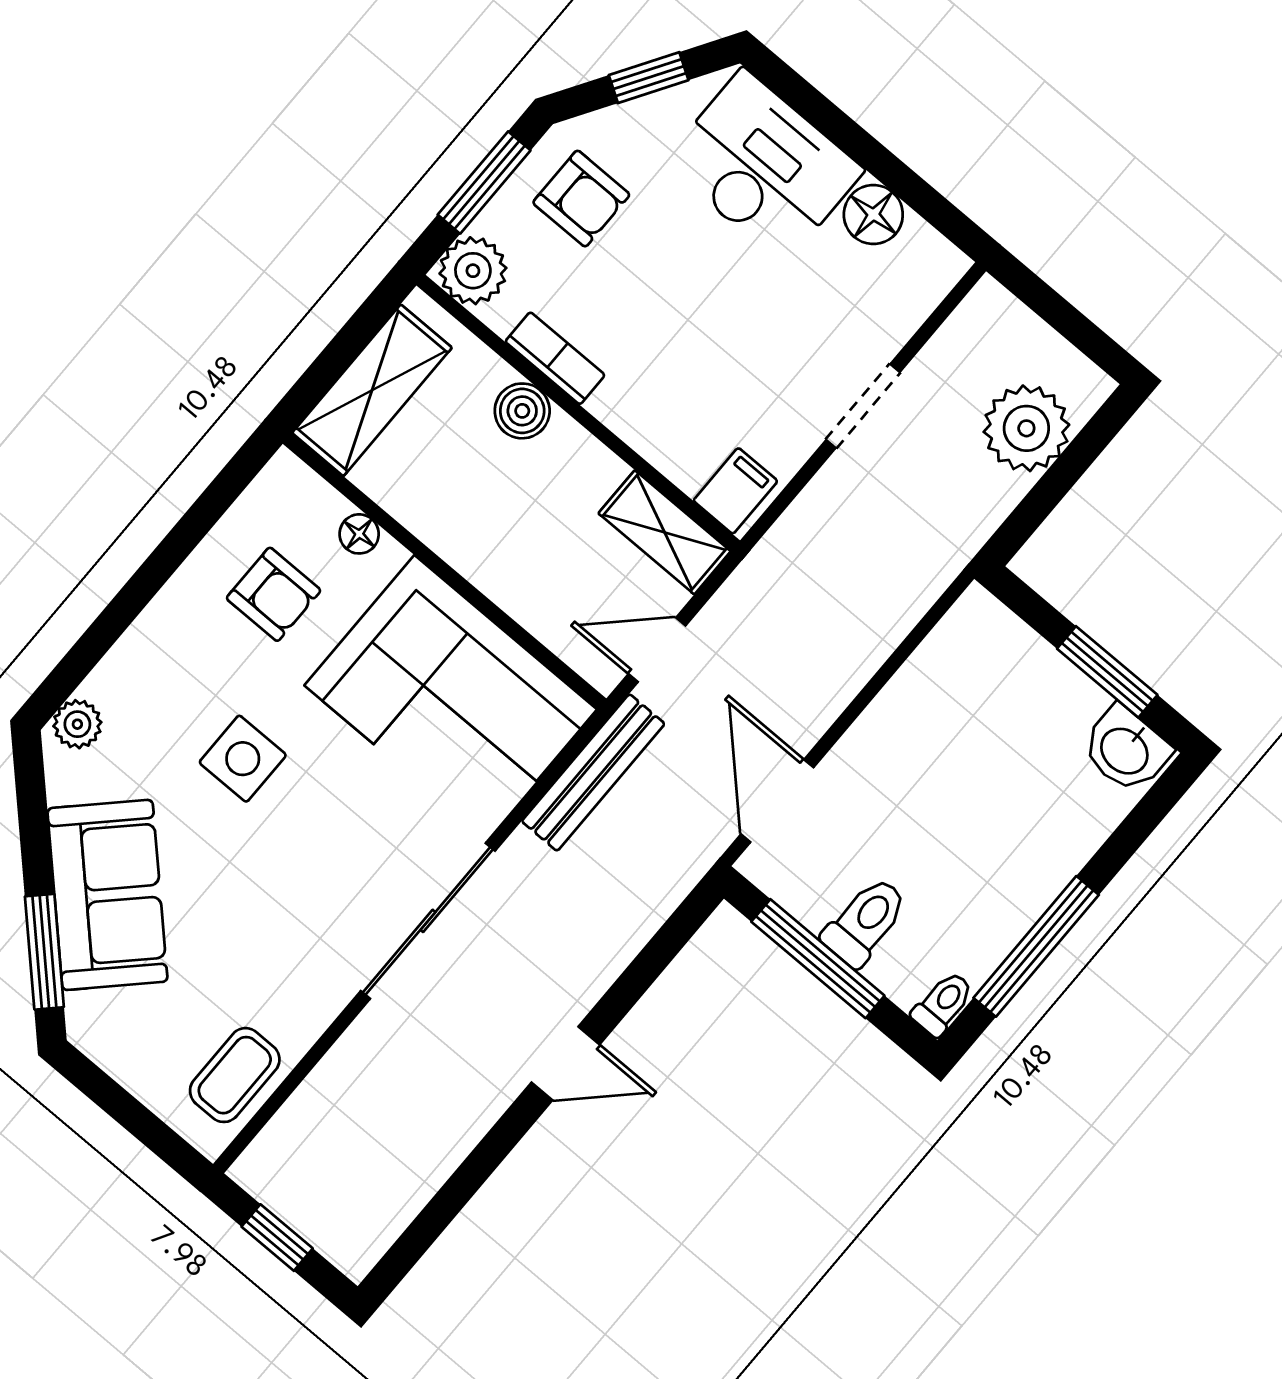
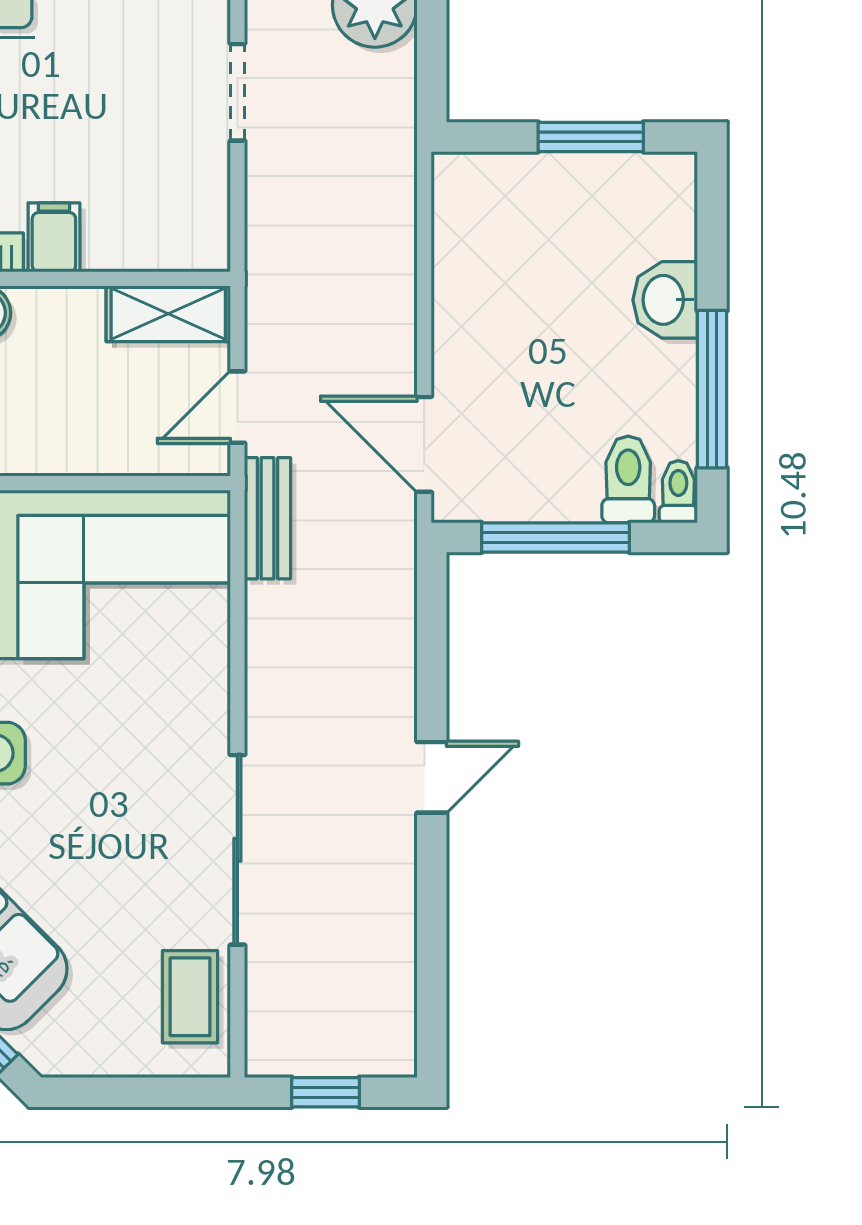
filing cabinet: (735, 491) -> (54, 237), moved
washbasin: (1126, 750) -> (665, 300), moved, turned 90
bench: (593, 772) -> (268, 518), width x0.73
sliding door: (428, 921) -> (237, 850), moved
toilet: (865, 922) -> (628, 479), moved

